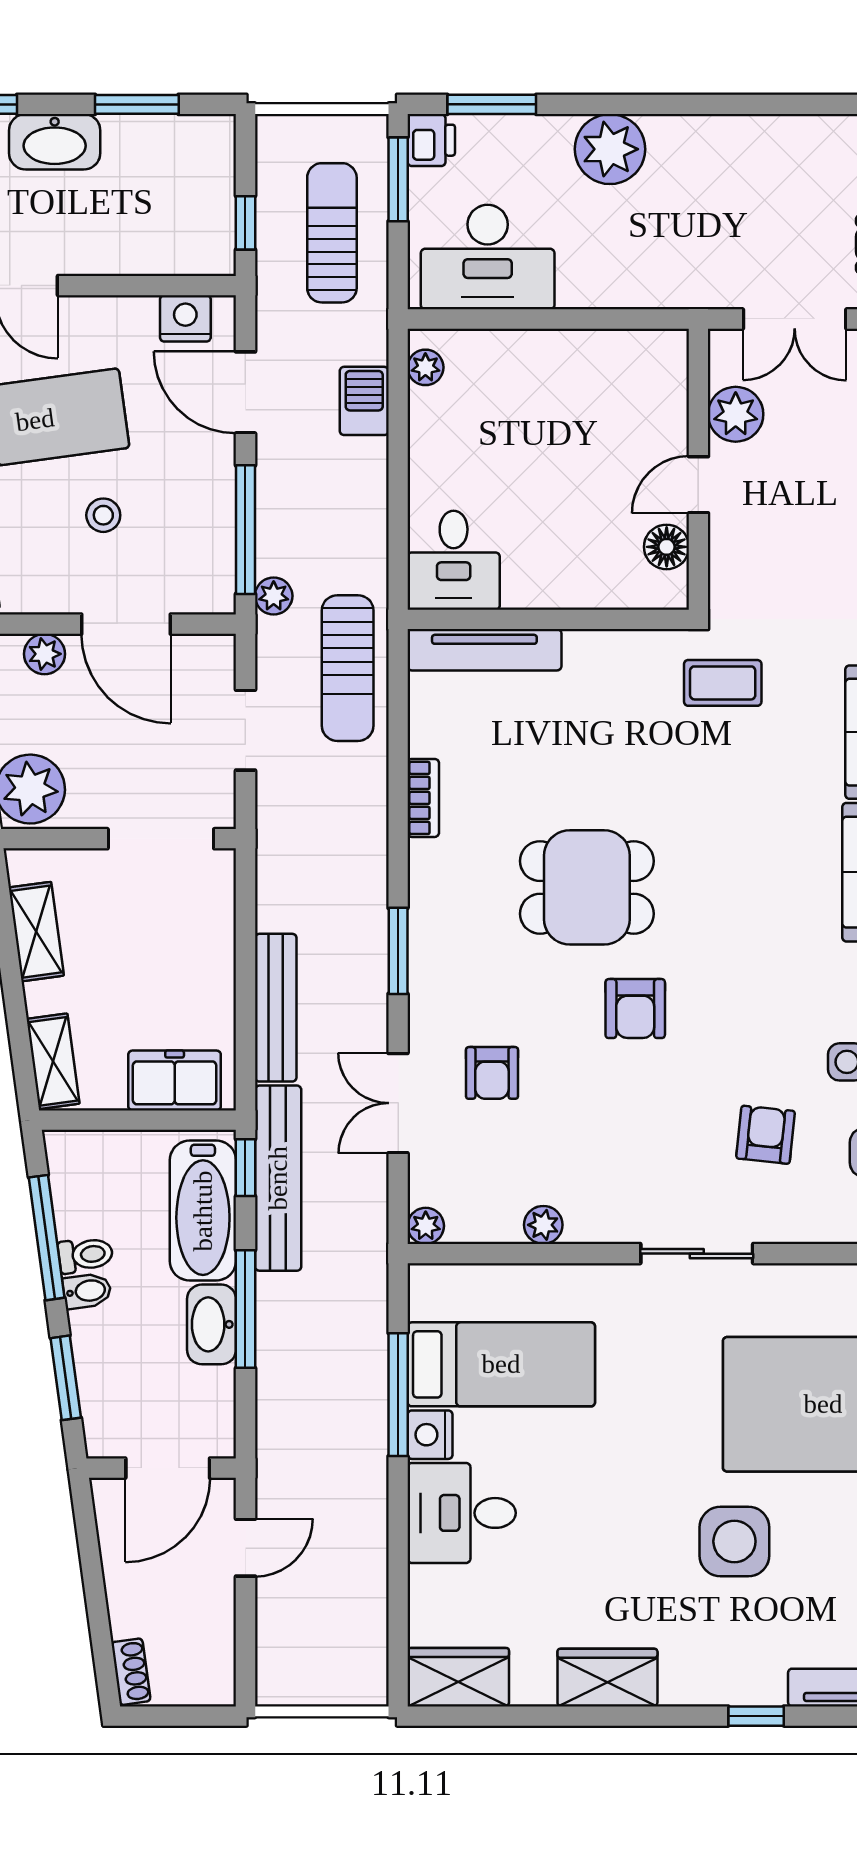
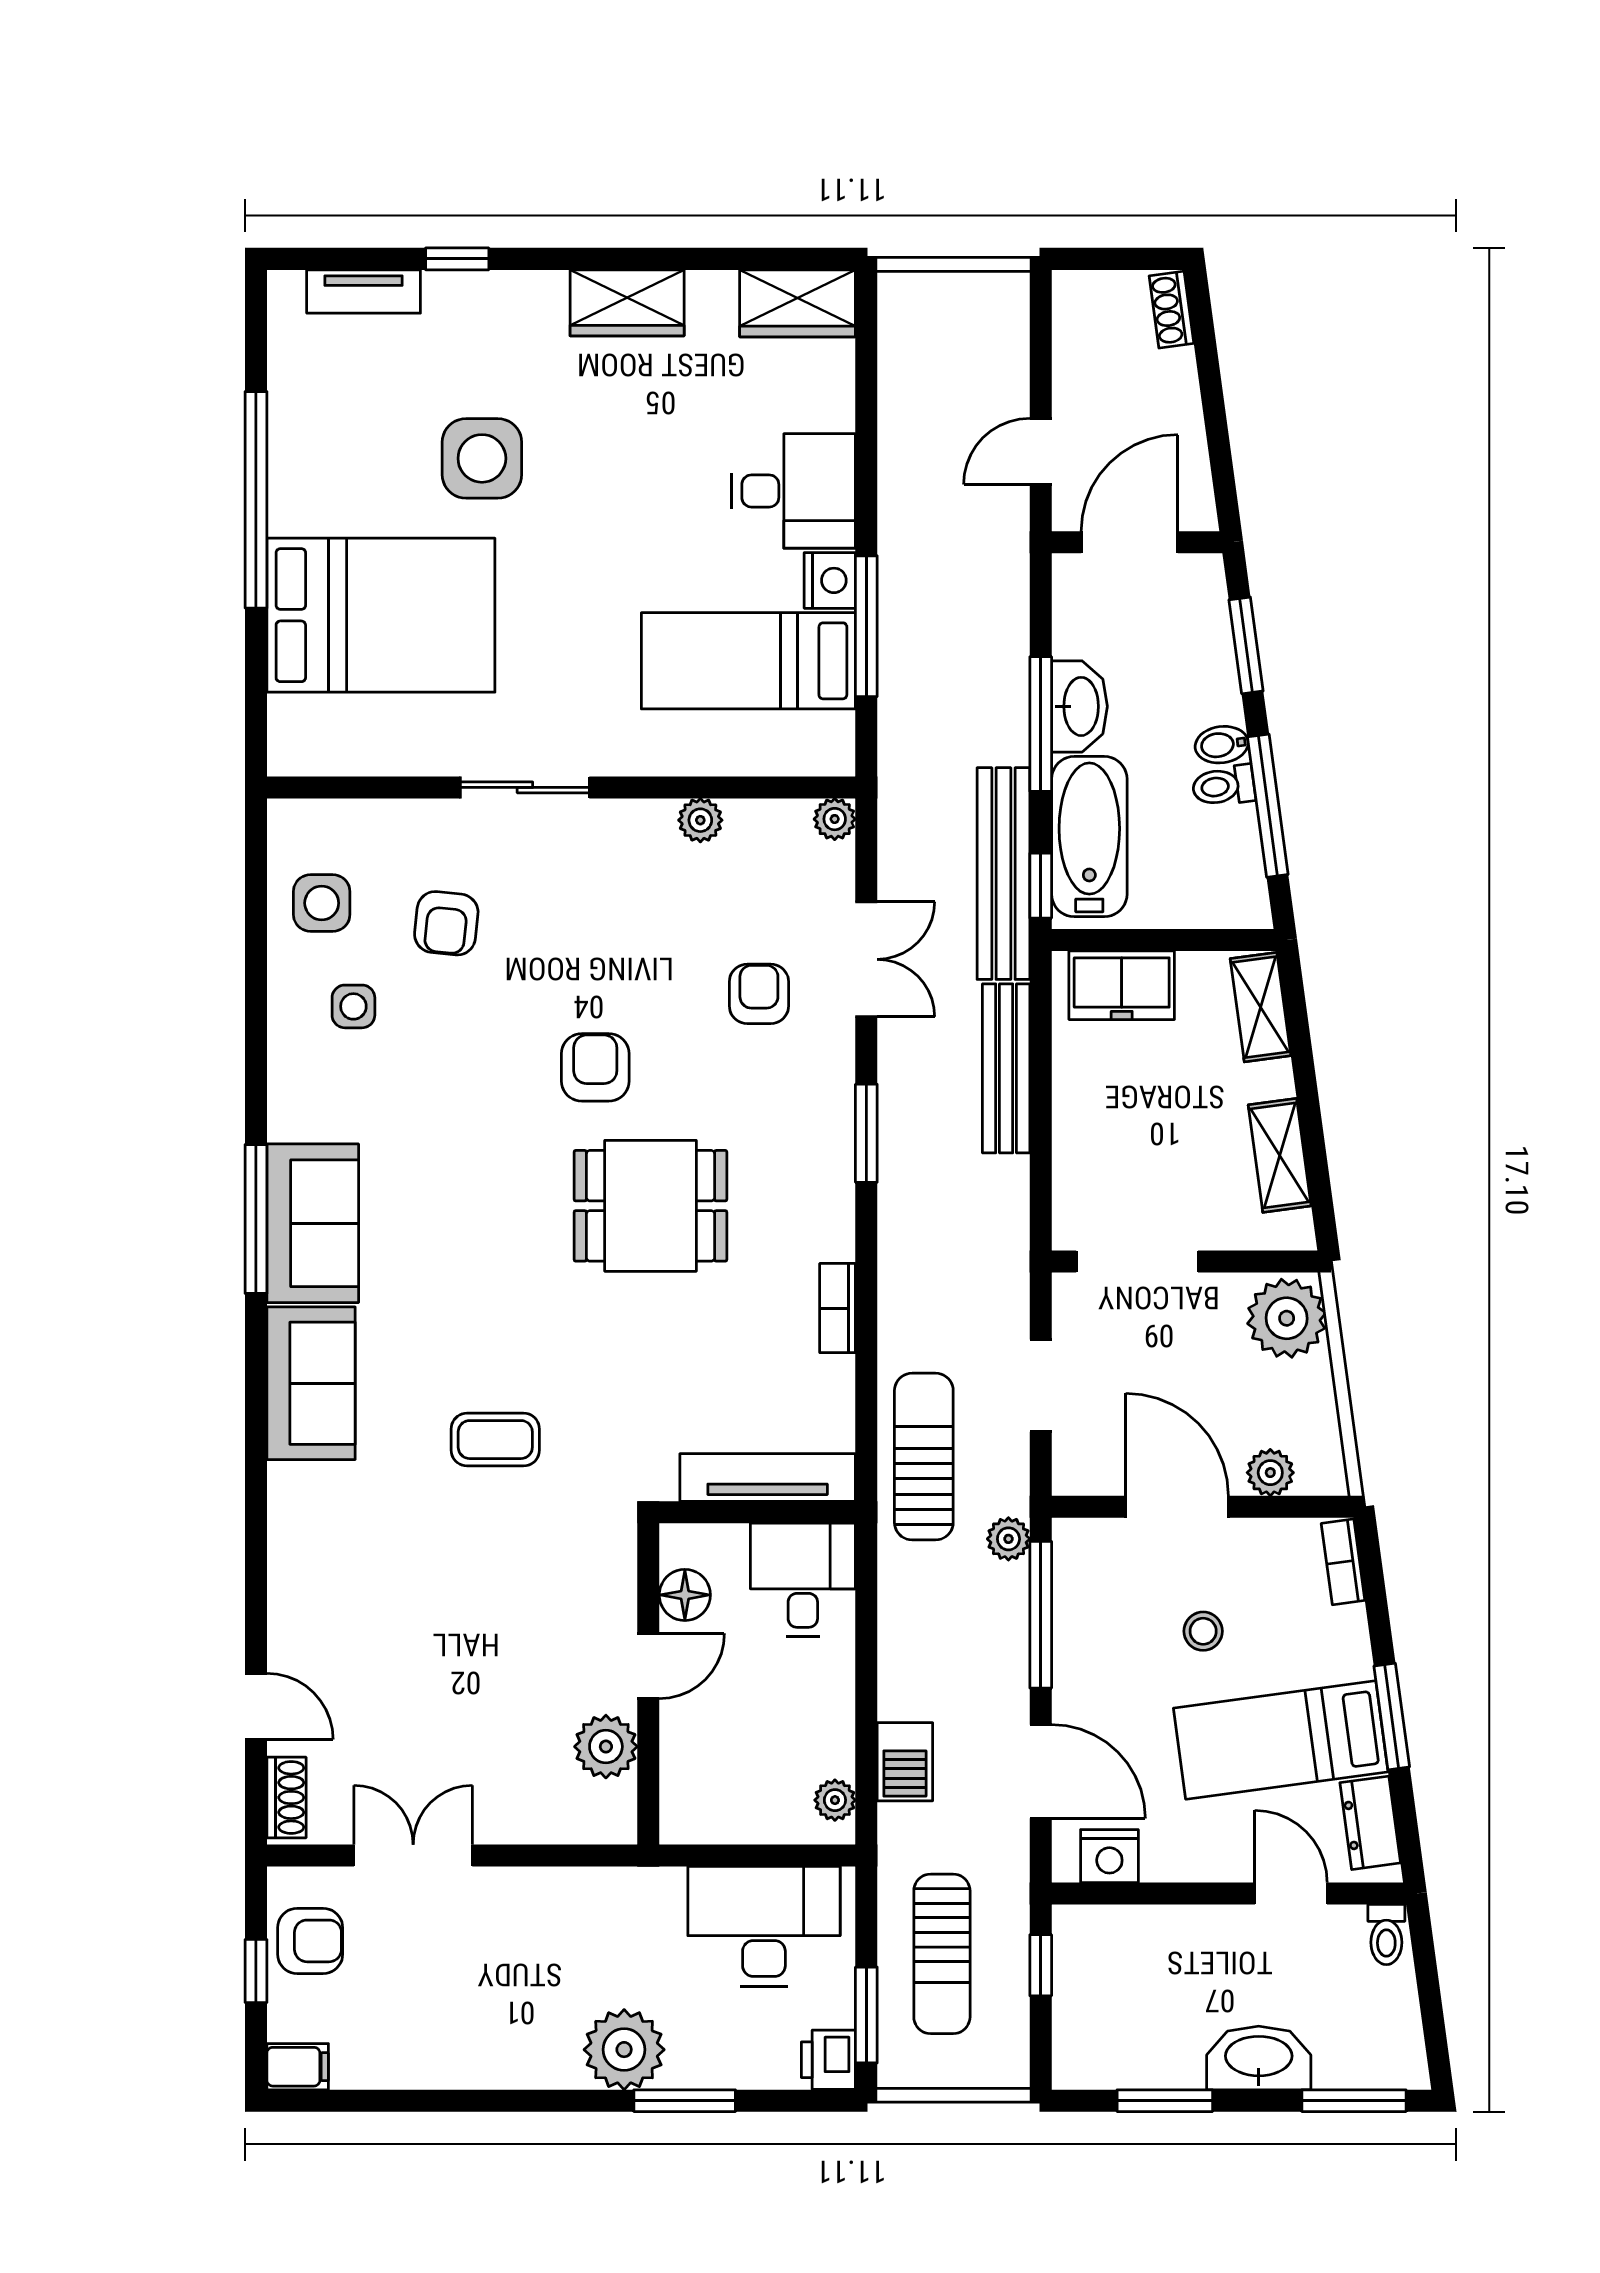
window: (492, 104) -> (685, 2101), moved
plant: (736, 414) -> (606, 1747), moved
wall: (698, 469) -> (648, 1684), moved
door: (698, 485) -> (648, 1666), moved
floor lamp: (667, 547) -> (685, 1595), moved

